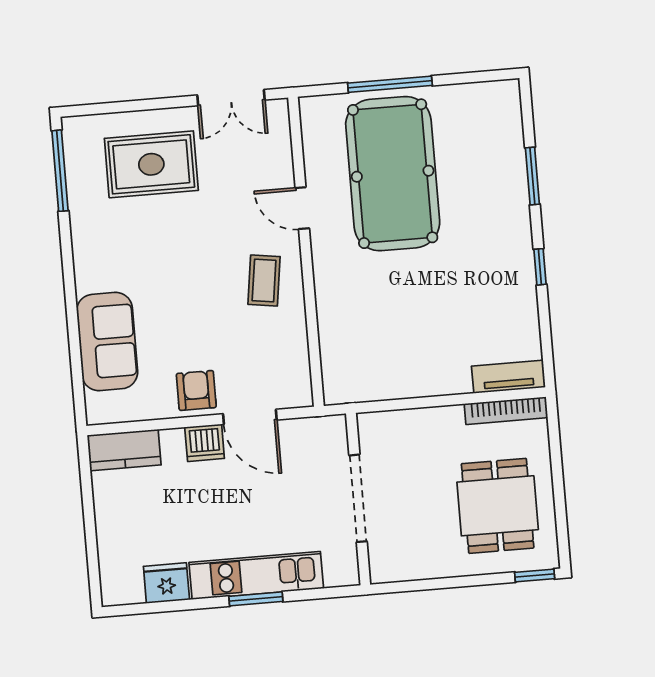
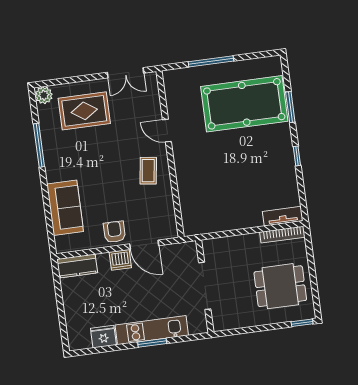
plant: (78, 132) -> (44, 95), added
window: (60, 171) -> (39, 145), moved
pool table: (393, 174) -> (244, 104), moved, turned 90
dining table: (498, 506) -> (280, 286), turned 90

